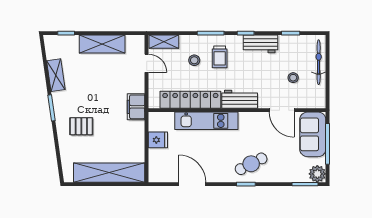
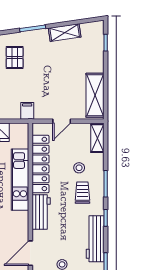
shelving: (102, 44) -> (95, 95), moved
workbench: (261, 44) -> (95, 239), width x1.38
trolley: (220, 57) -> (82, 193), turned 90
door: (147, 63) -> (62, 121), moved
filing cabinet: (136, 107) -> (27, 111), width x0.50

